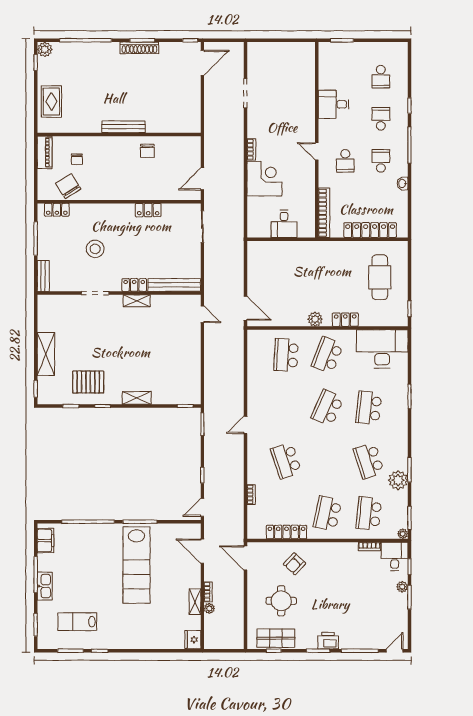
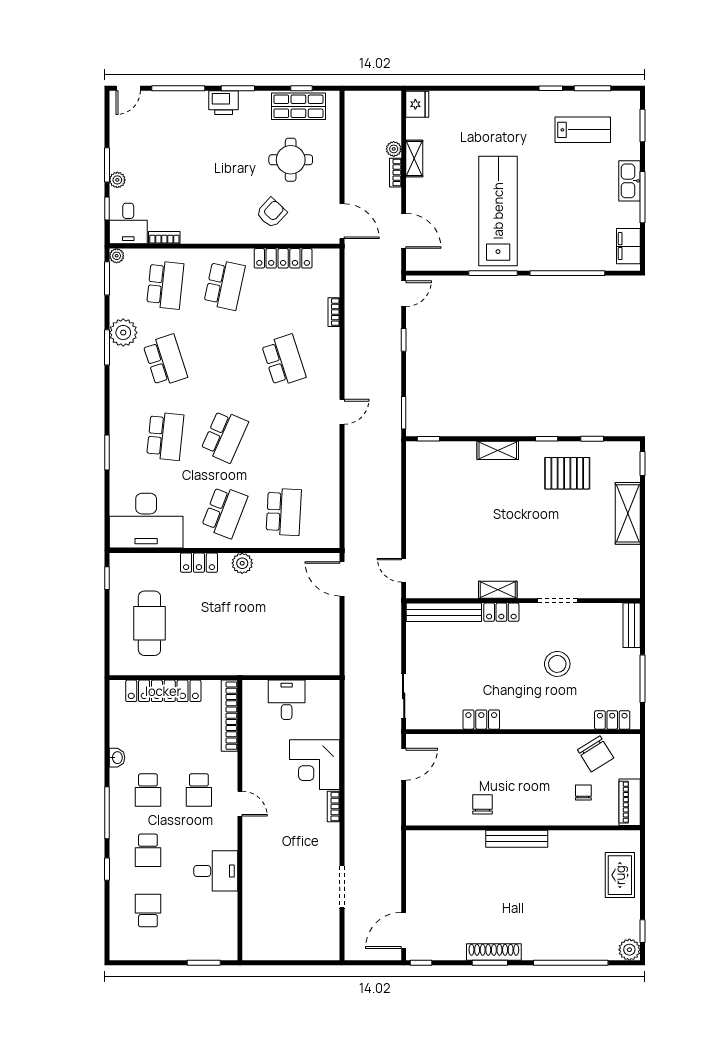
school desk: (345, 161) -> (199, 790), turned 180

